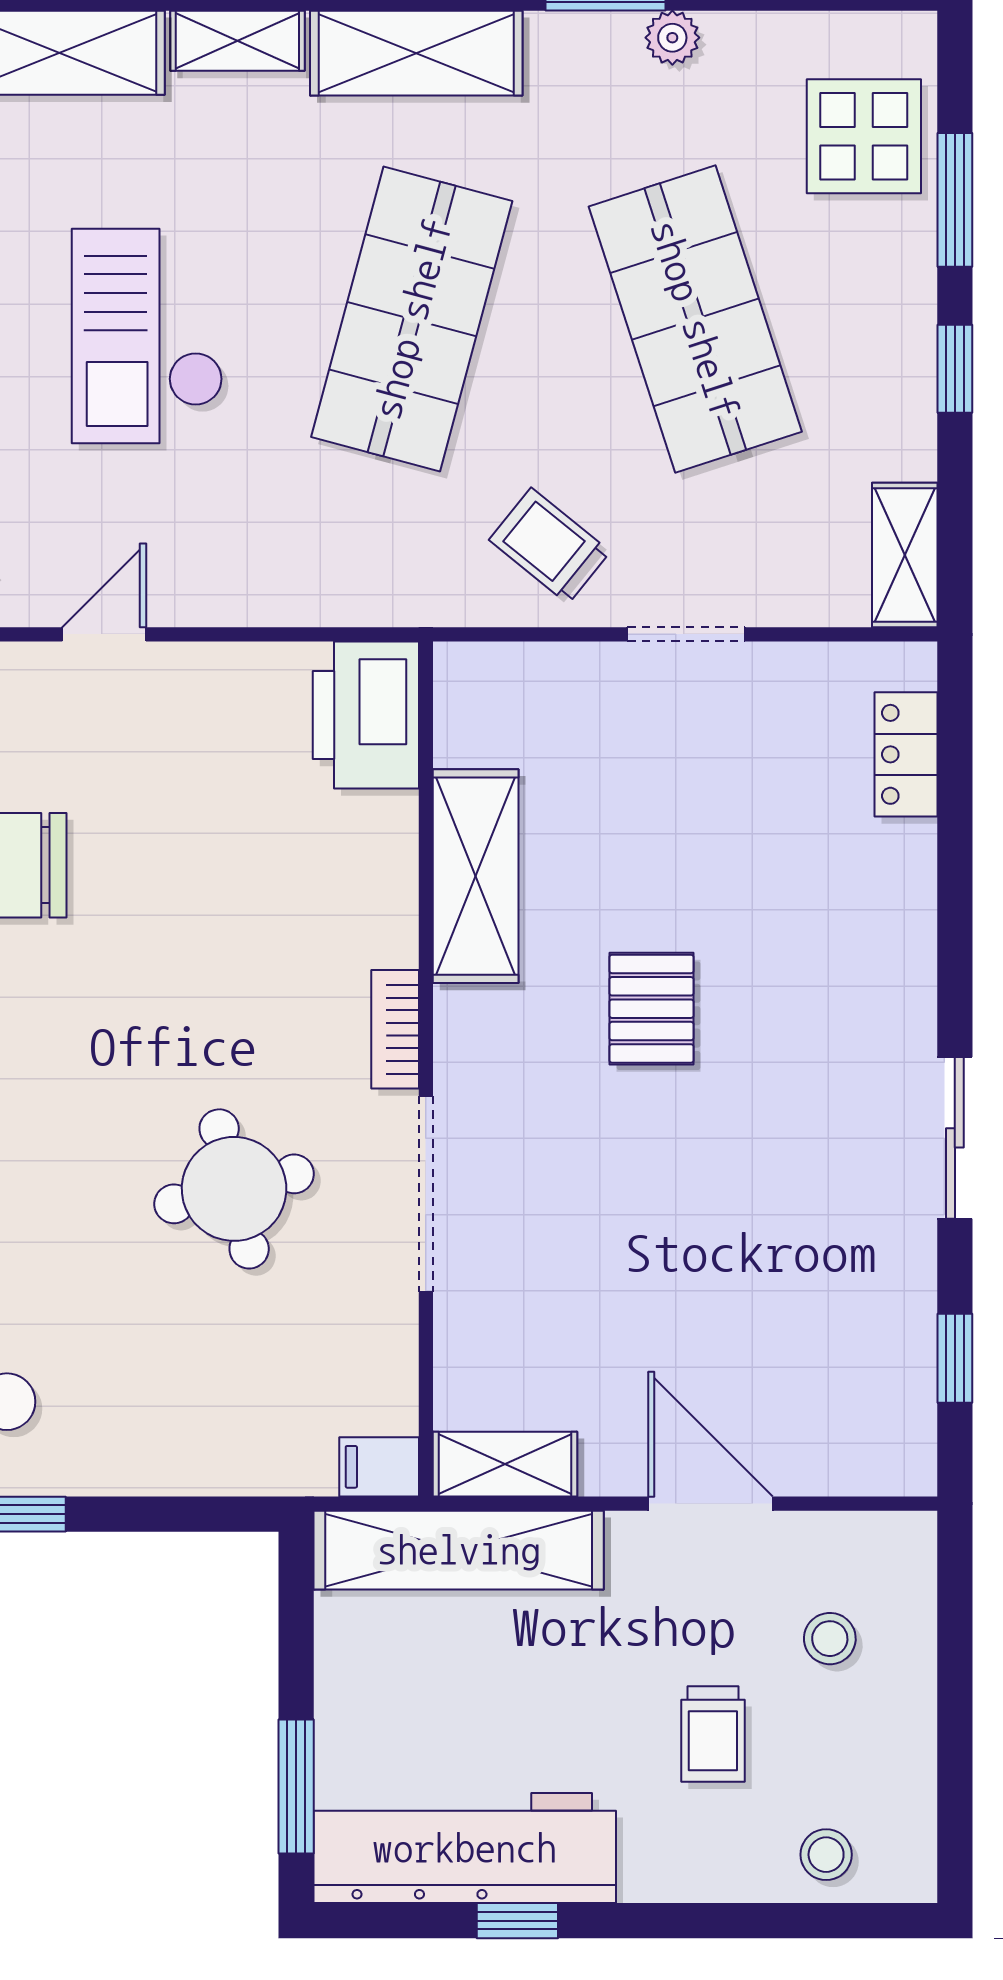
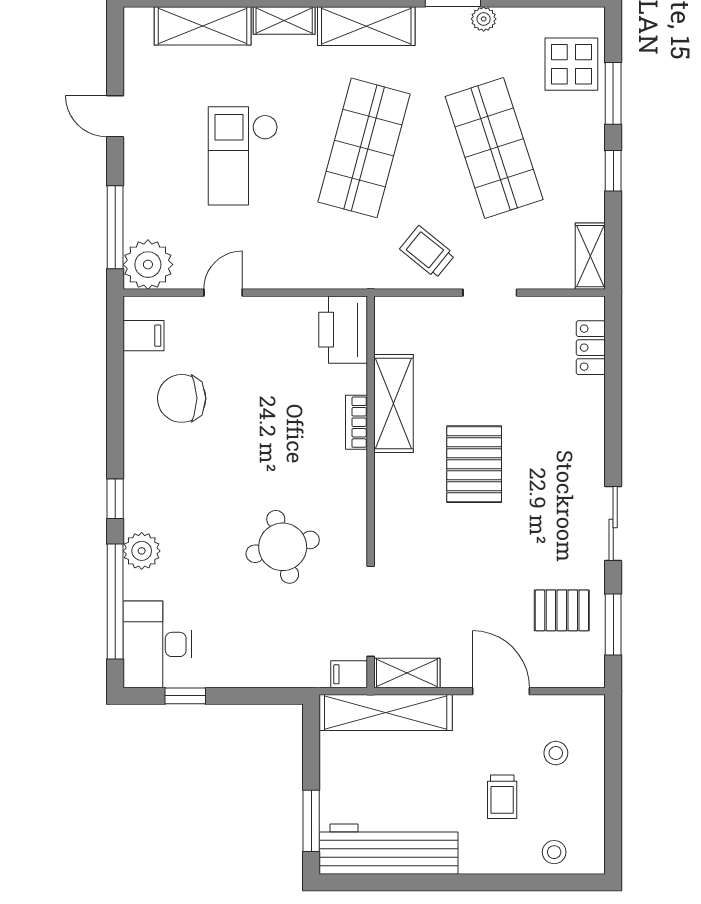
pallet: (652, 1009) -> (474, 464), width x1.50, depth x1.42
bookcase: (395, 1029) -> (356, 422), moved
doorway: (426, 1194) -> (371, 611), moved
pallet: (843, 1328) -> (562, 610), added
window: (955, 1358) -> (613, 624), width x1.50
window: (517, 1921) -> (413, 882), removed

